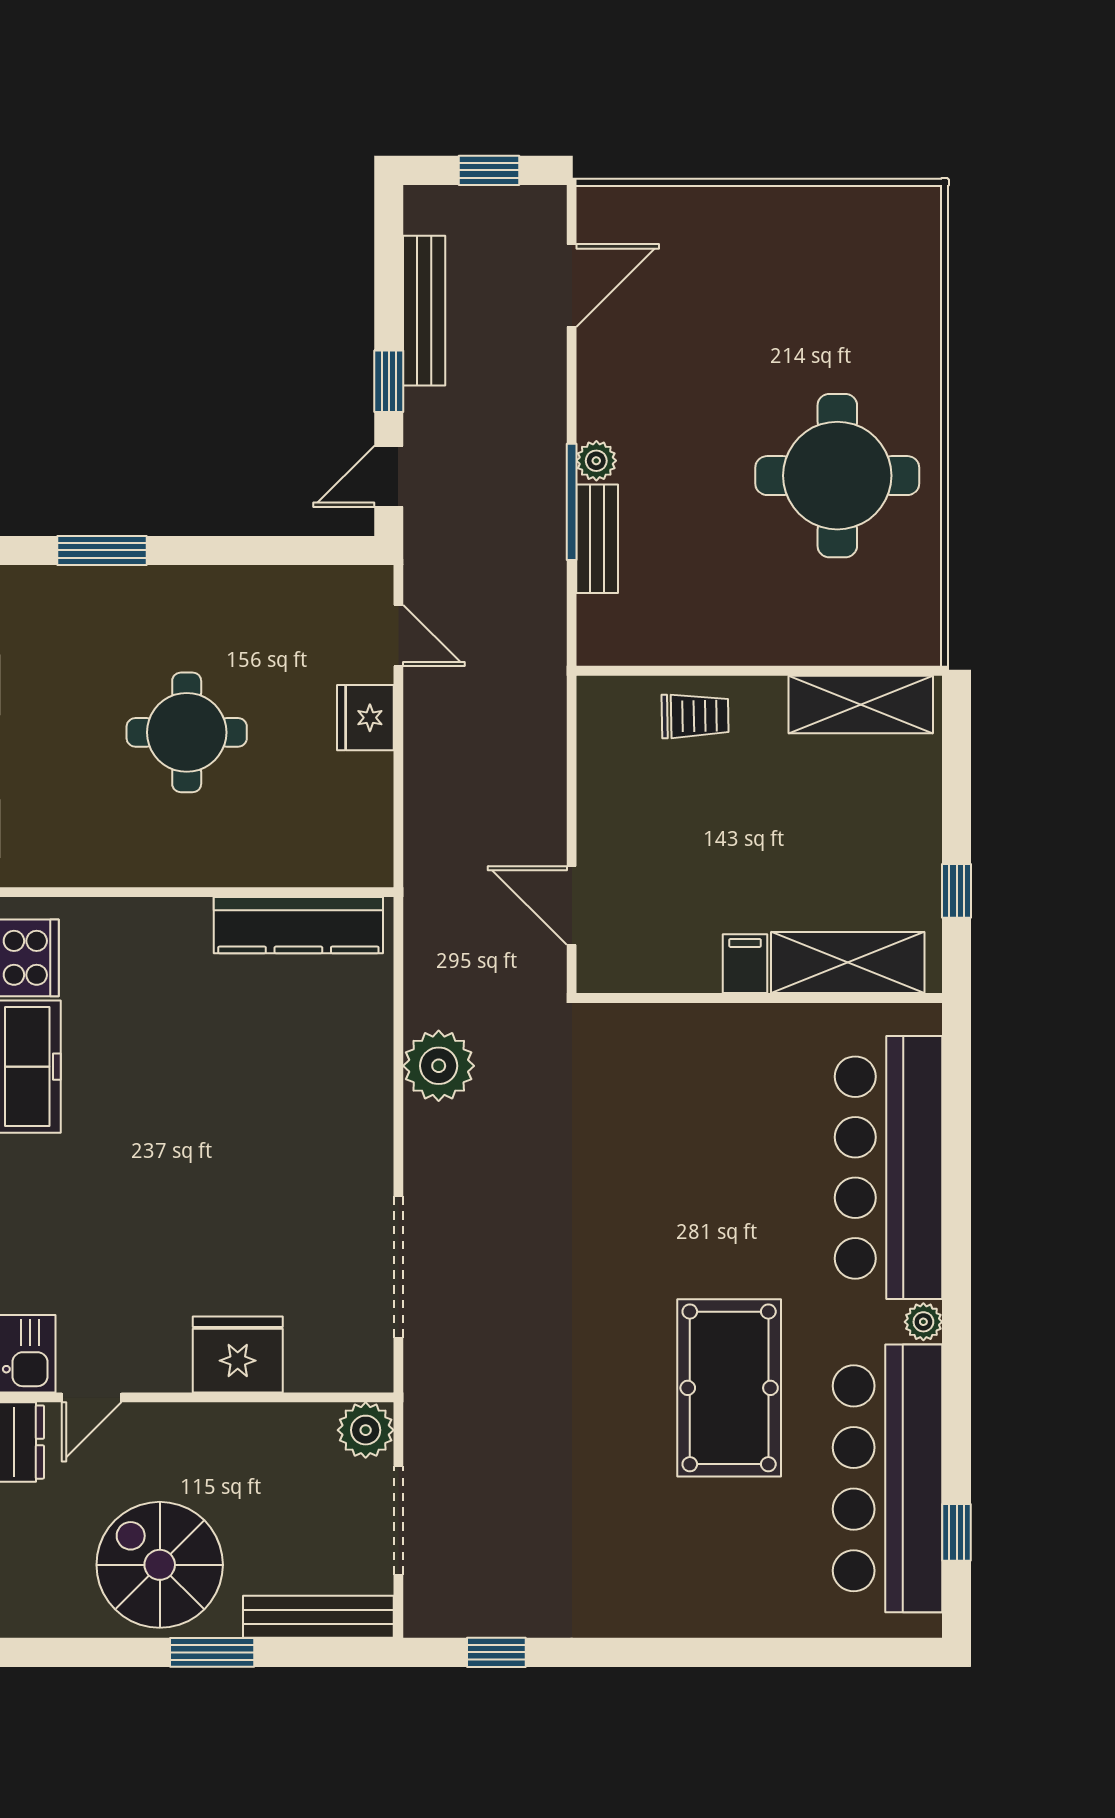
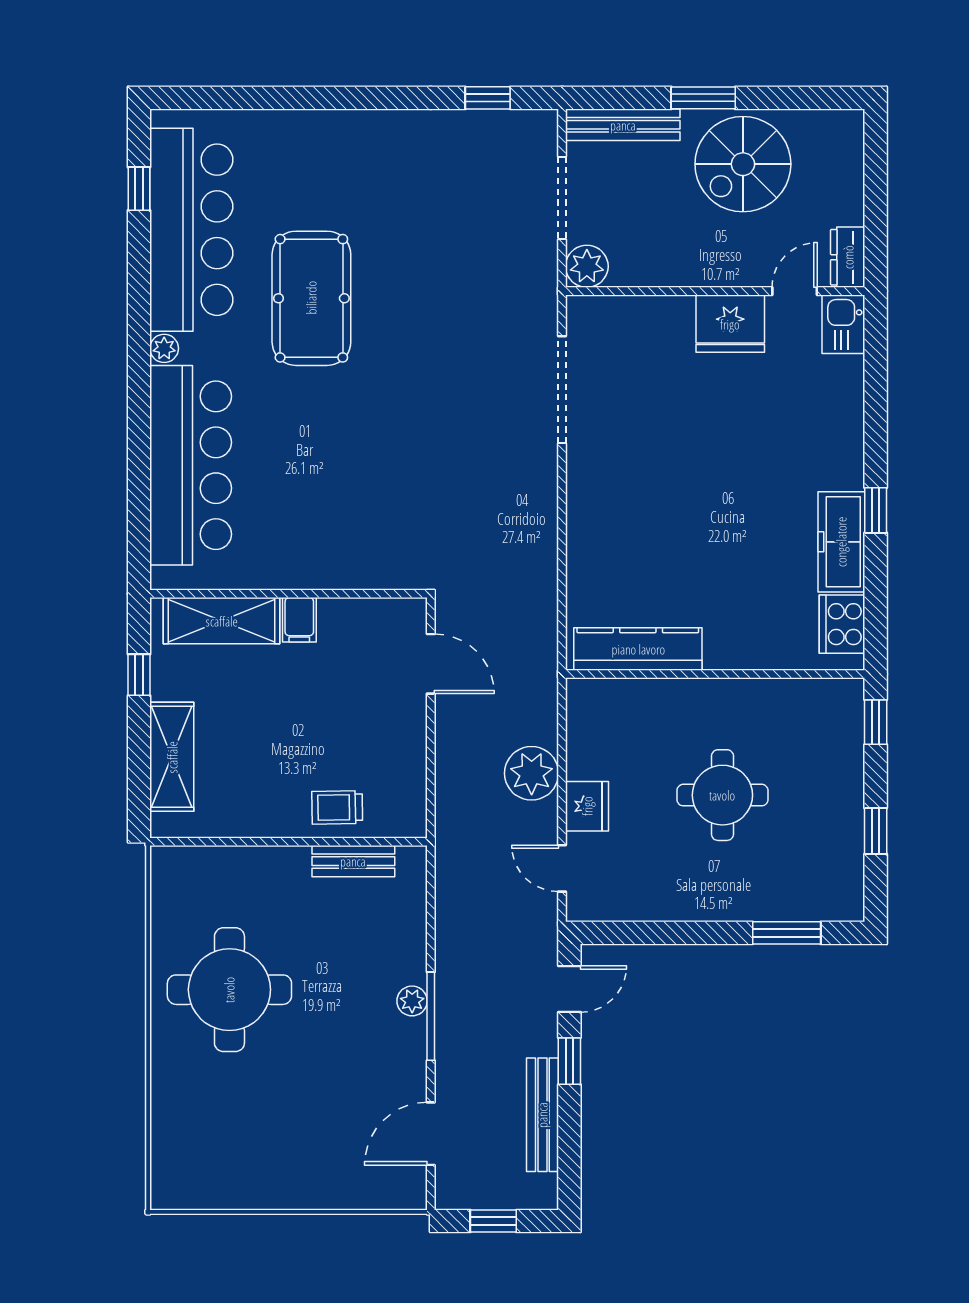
window: (572, 502) -> (431, 1016), moved
bench: (597, 539) -> (353, 861), moved, turned 90
shelving: (861, 704) -> (172, 757), moved, turned 90
plant: (439, 1066) -> (532, 773), moved
fridge: (238, 1354) -> (730, 324), moved
spiral stairs: (160, 1565) -> (743, 164), turned 90

